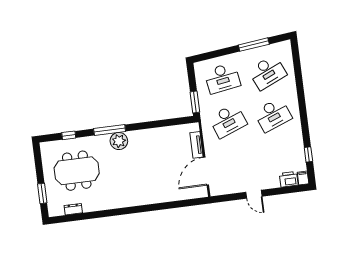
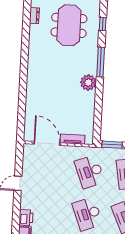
plant: (119, 141) -> (88, 83), moved

